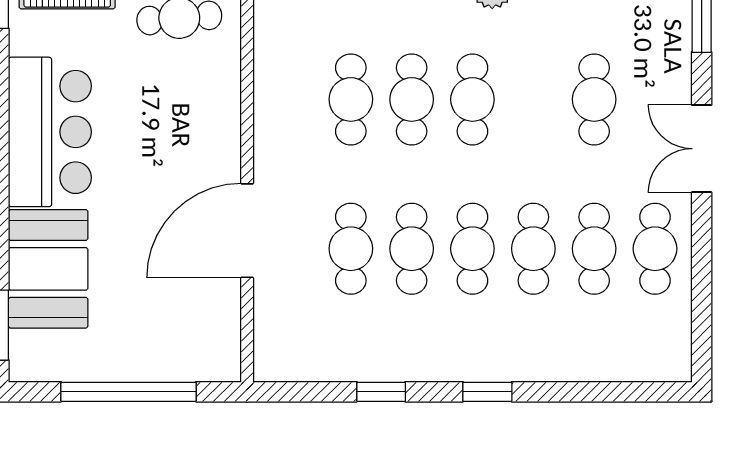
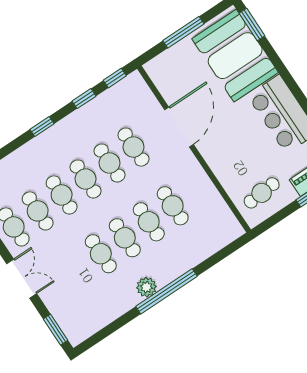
cafe table: (594, 99) -> (101, 254), moved
booth: (48, 269) -> (235, 56), width x1.36, depth x1.42
window: (128, 392) -> (183, 32), width x0.68
window: (303, 392) -> (115, 78), added

